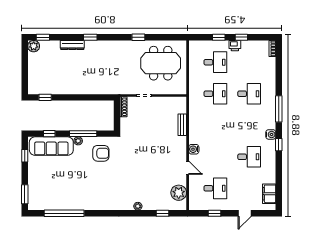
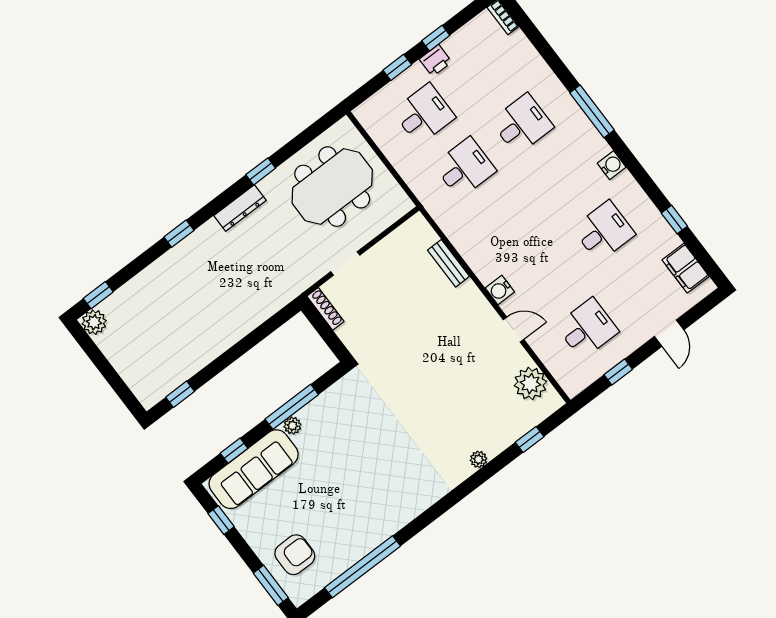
dresser: (72, 45) -> (240, 208), moved
window: (279, 145) -> (674, 220), moved
armchair: (101, 153) -> (295, 555), moved

